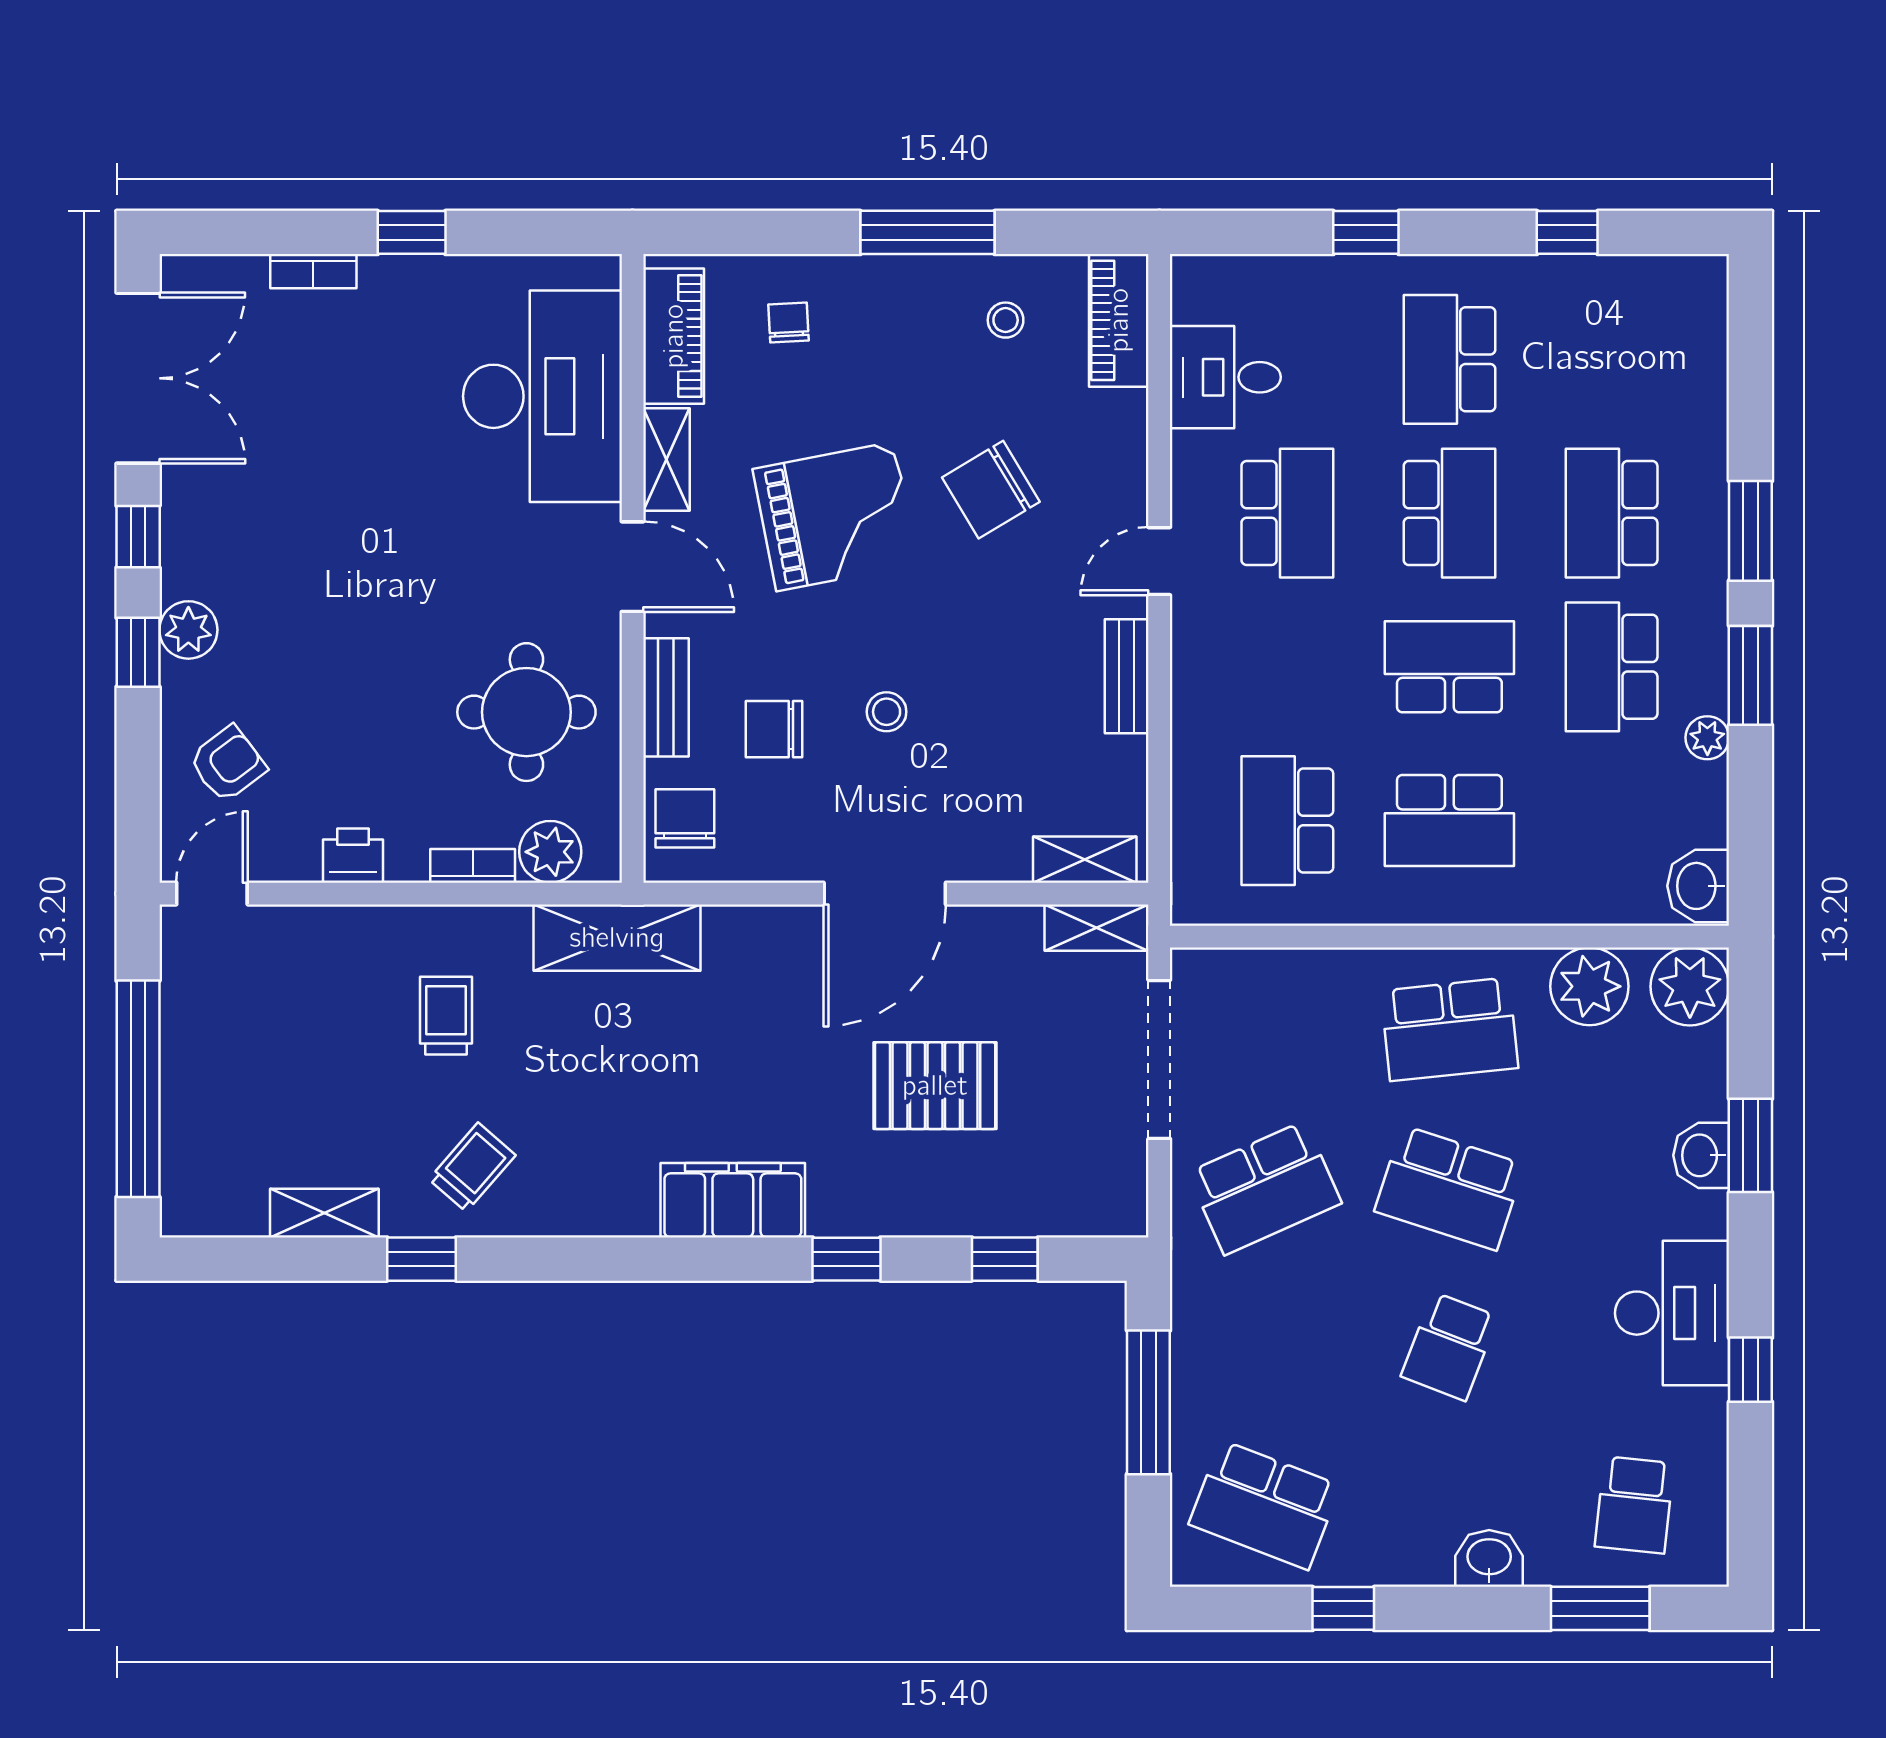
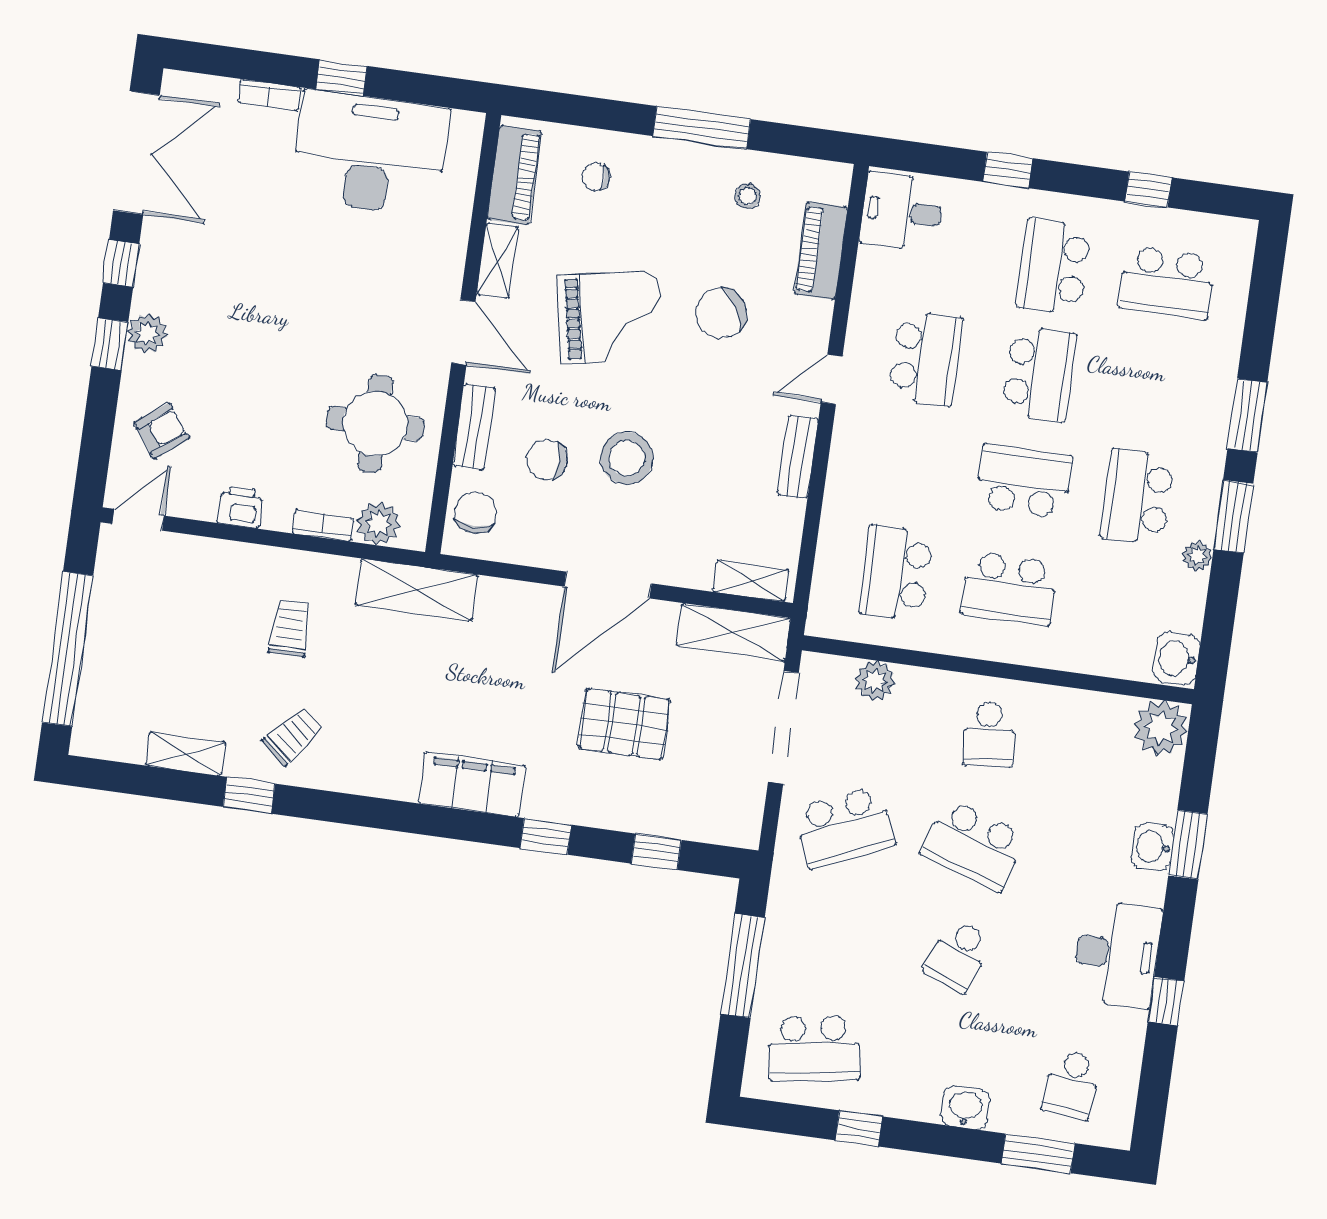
piano: (1119, 320) -> (821, 251), moved
chair: (789, 322) -> (596, 177), turned -87
desk: (1225, 377) -> (902, 212), moved
desk: (542, 396) -> (370, 153), moved, turned -90
school desk: (1612, 513) -> (1167, 282), moved, turned -90
stool: (887, 712) -> (627, 458), width x1.89, depth x1.89
shelving: (1097, 928) -> (734, 632), width x1.50, depth x1.33
plant: (1589, 986) -> (875, 681), moved, width x0.73, depth x0.73
school desk: (1449, 1029) -> (989, 734), width x0.54
school desk: (1265, 1505) -> (814, 1049), turned -30

